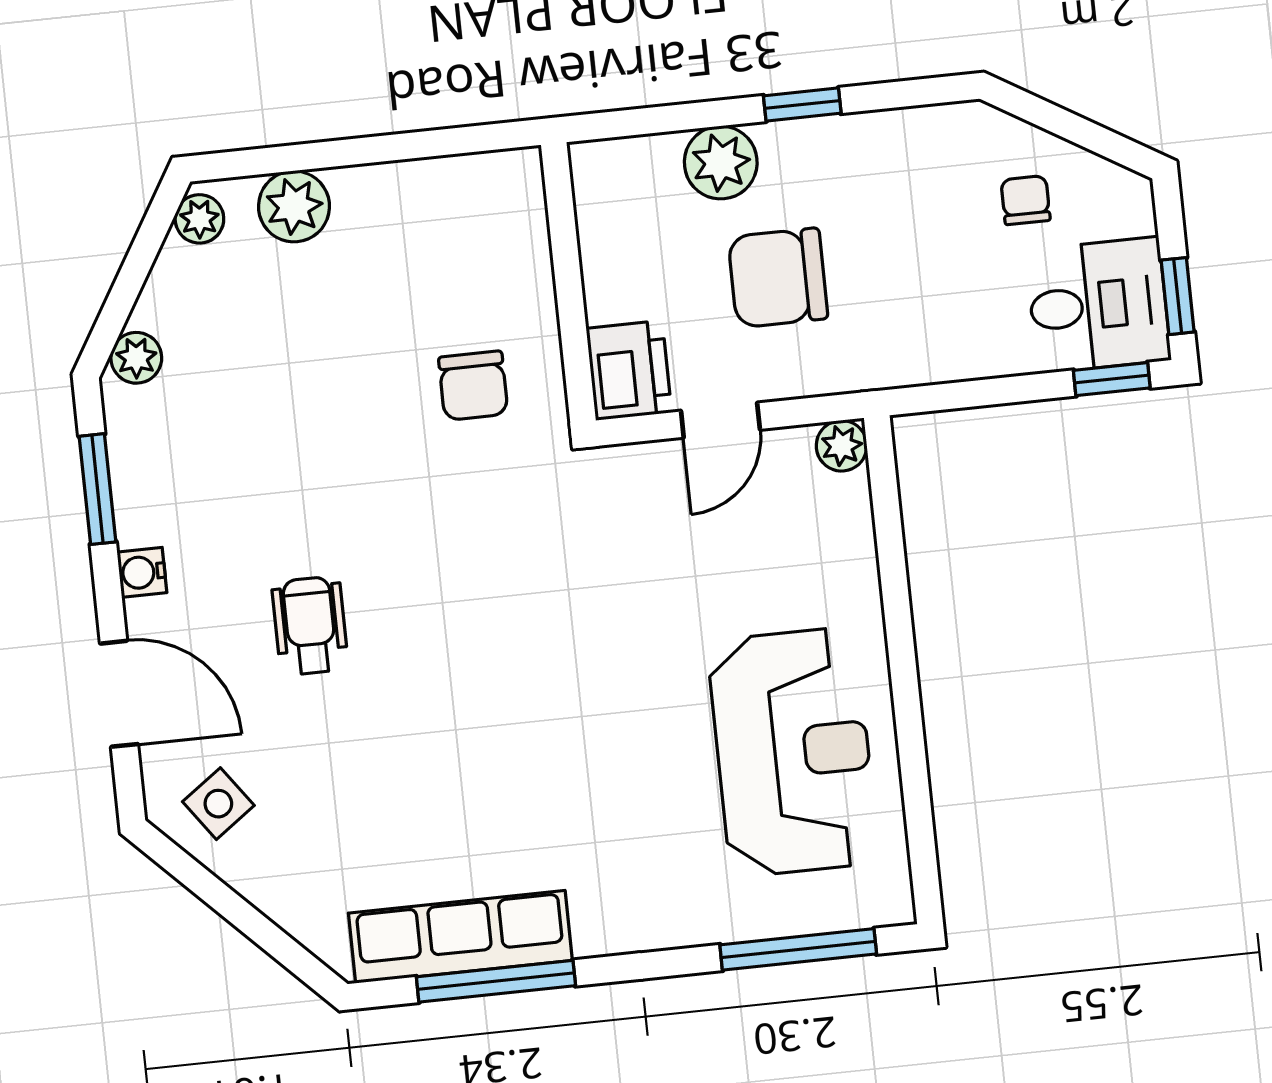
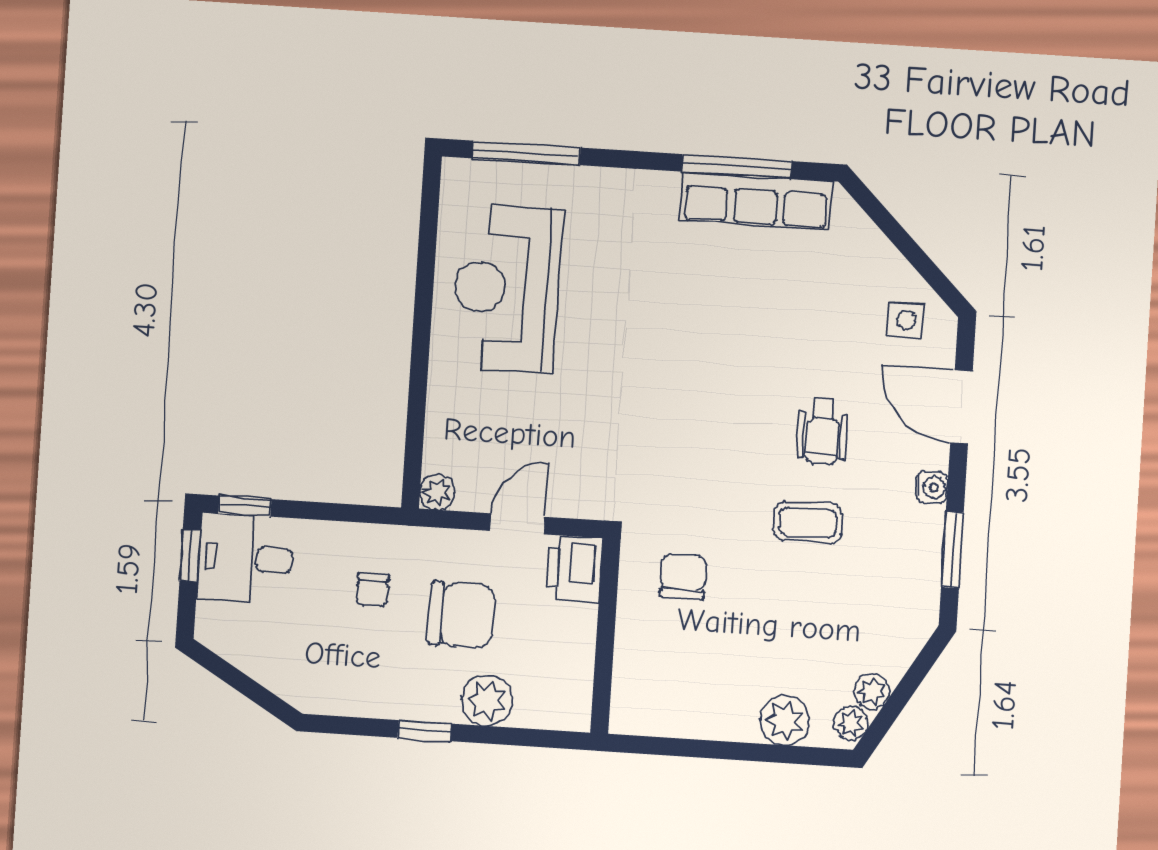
chair: (1026, 200) -> (373, 590), moved
plant: (136, 358) -> (872, 691), moved
coffee table: (309, 493) -> (808, 522), added
side table: (218, 804) -> (906, 320), turned 36

